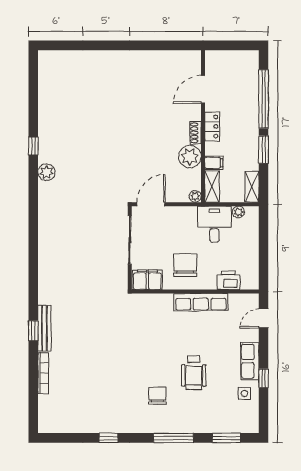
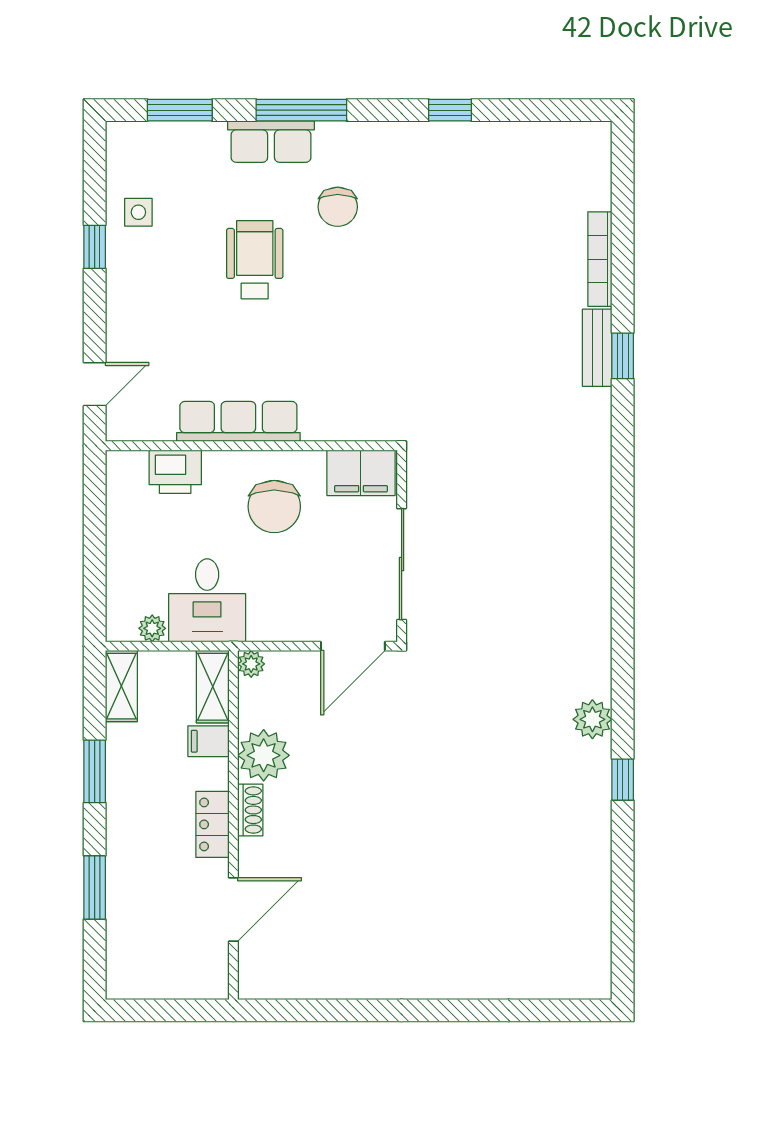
window: (264, 99) -> (95, 888), width x0.47
bench: (44, 328) -> (597, 348), width x0.73
row of seats: (250, 361) -> (271, 142), moved, turned 90

